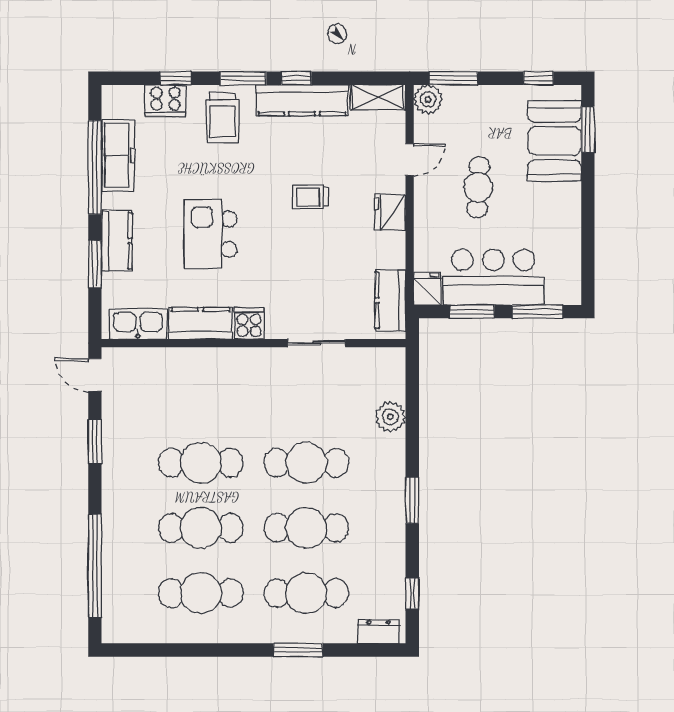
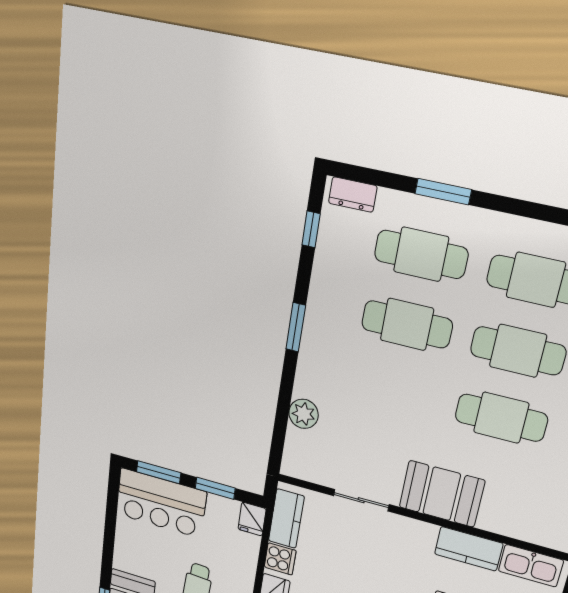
bar counter: (493, 277) -> (161, 503), moved
cooker: (249, 323) -> (280, 559), moved, turned -90
booth: (239, 373) -> (442, 494), added
cafe table: (306, 463) -> (393, 391), removed

